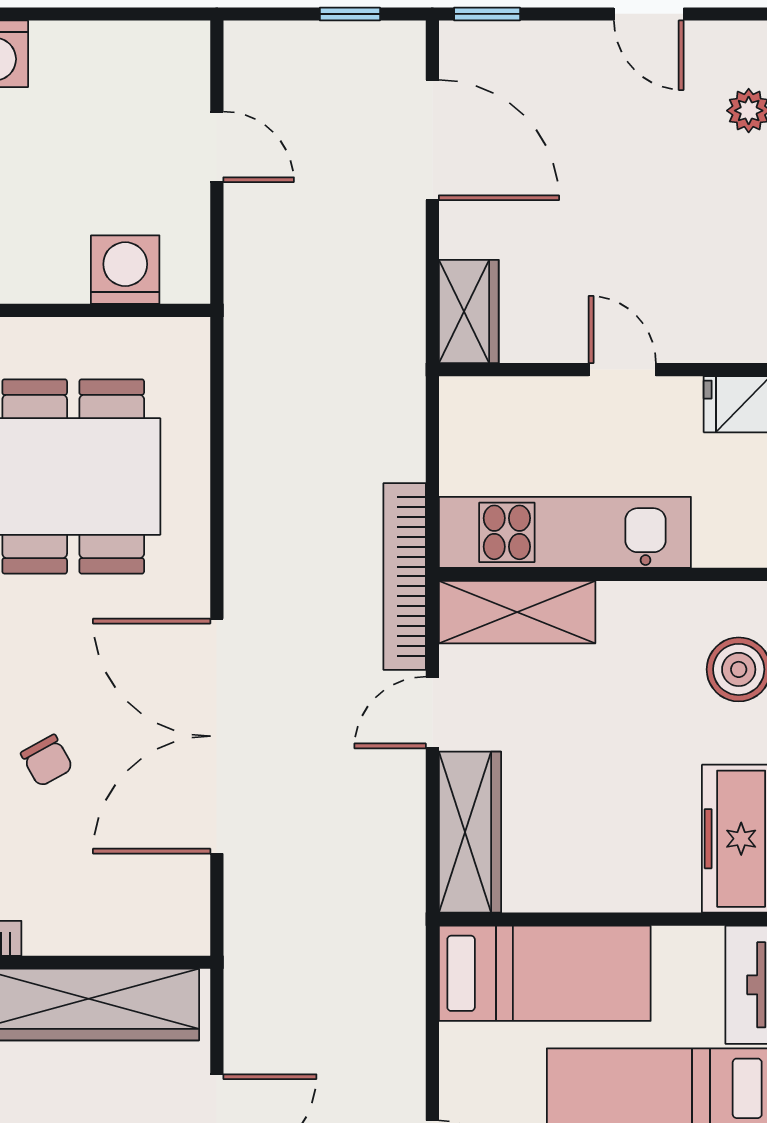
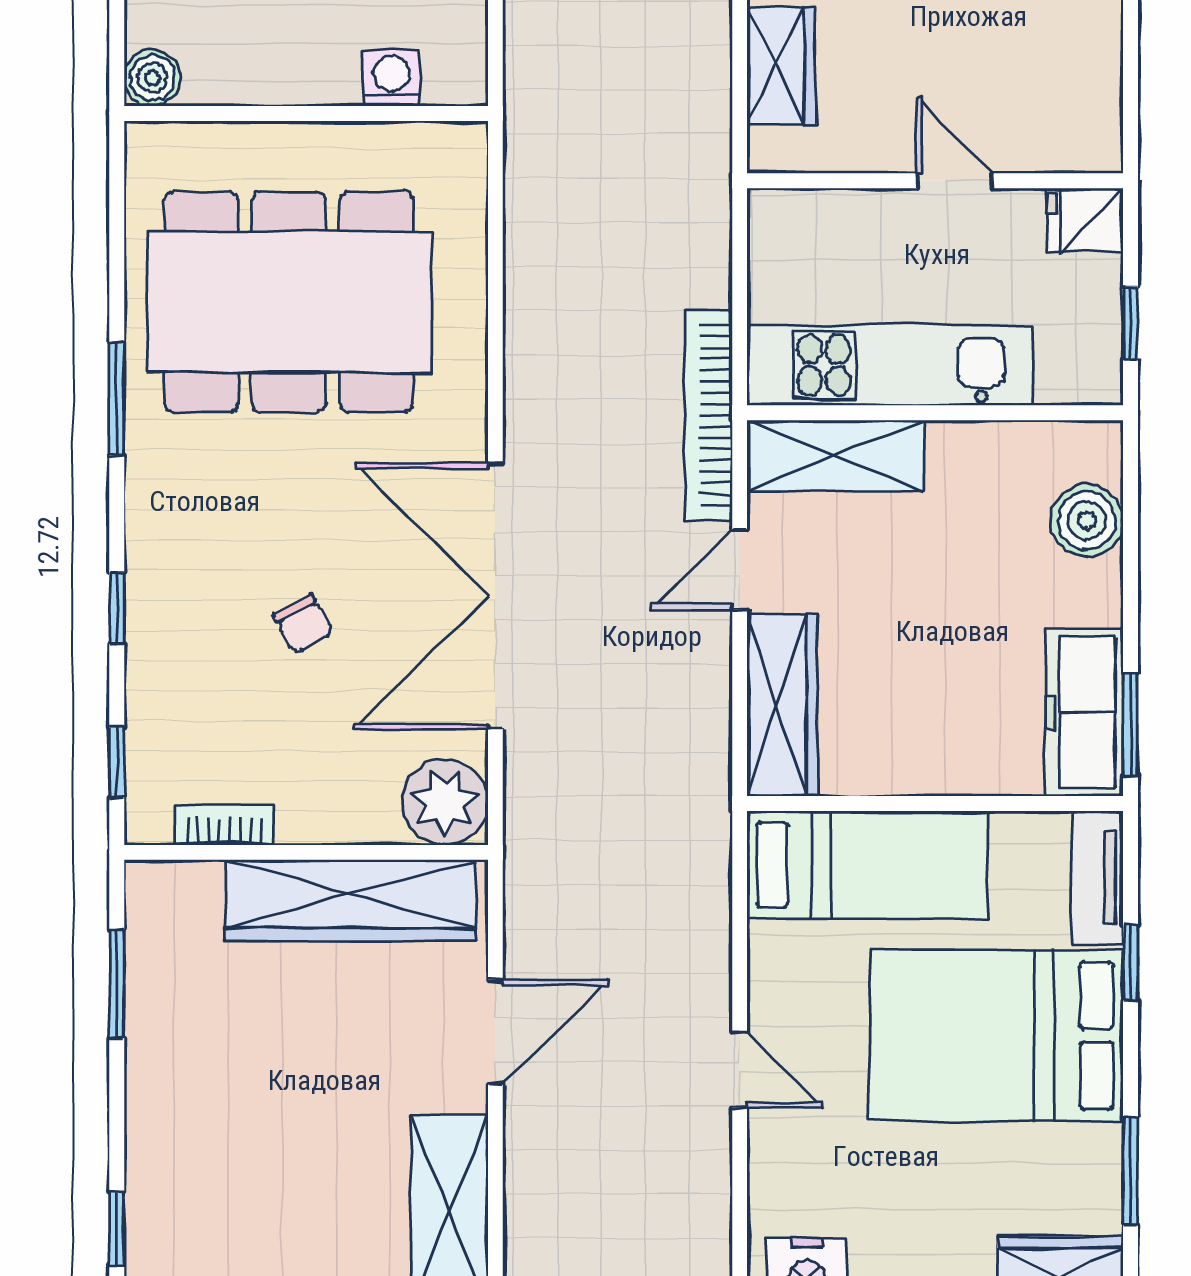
washing machine: (125, 270) -> (392, 78), width x0.73, depth x0.73
wardrobe: (469, 311) -> (781, 66), moved
plant: (172, 918) -> (445, 802), added

